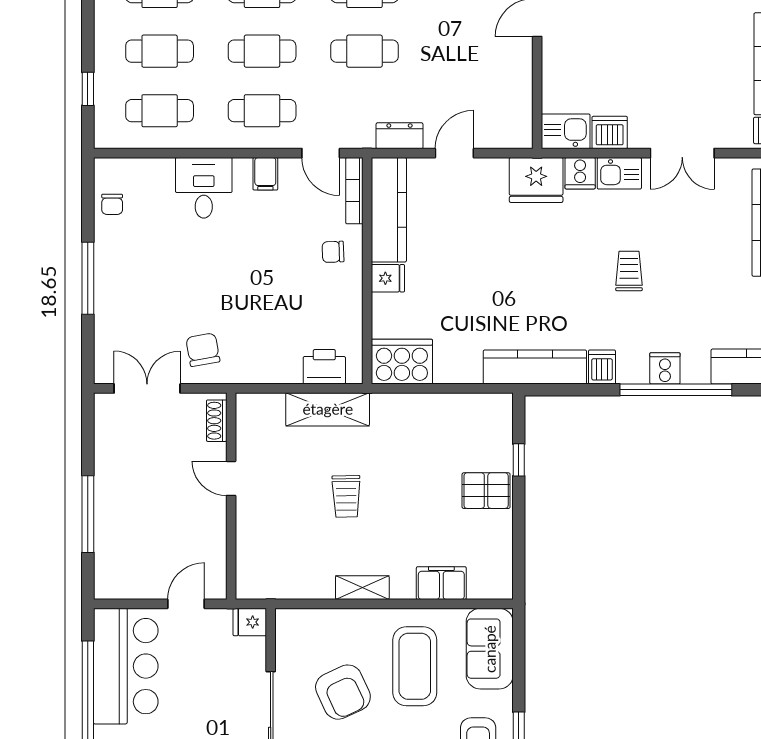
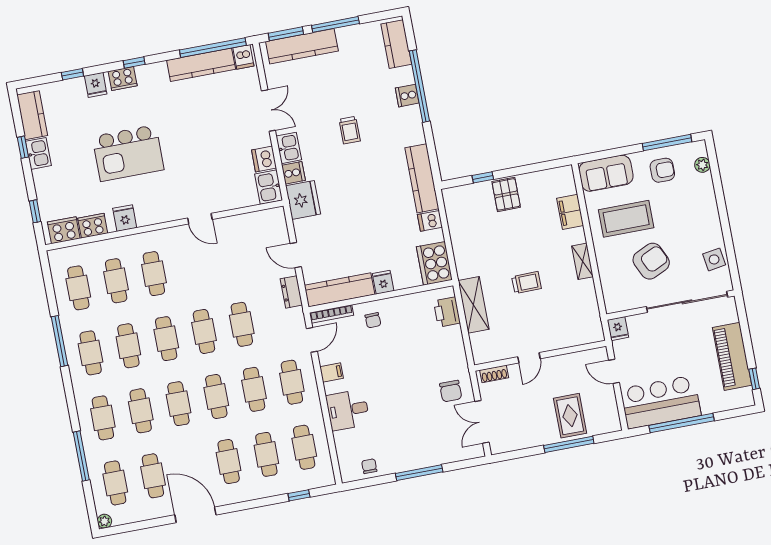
chair: (112, 204) -> (369, 466), turned -90
trolley: (629, 271) -> (350, 130), turned -90
chair: (203, 350) -> (451, 391), turned -80
dishwasher: (602, 367) -> (430, 221), moved
rug: (131, 524) -> (570, 416), added

